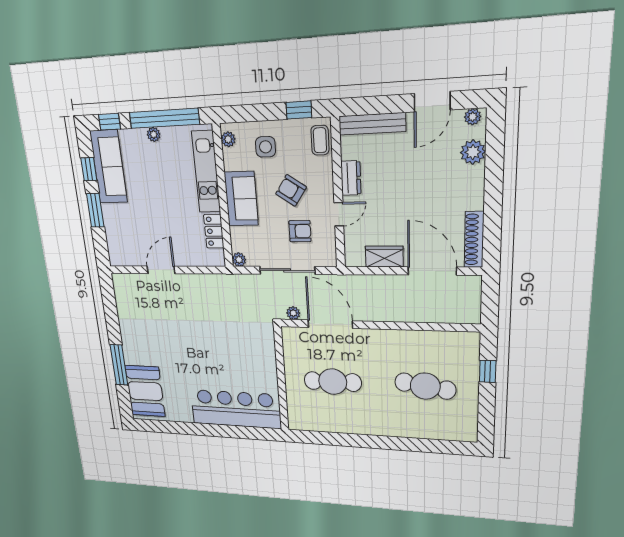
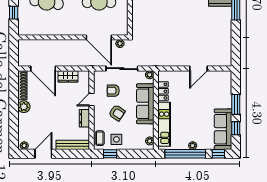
side table: (265, 147) -> (116, 139), moved
plant: (473, 152) -> (24, 107), moved
sofa: (241, 199) -> (145, 104), width x1.36

